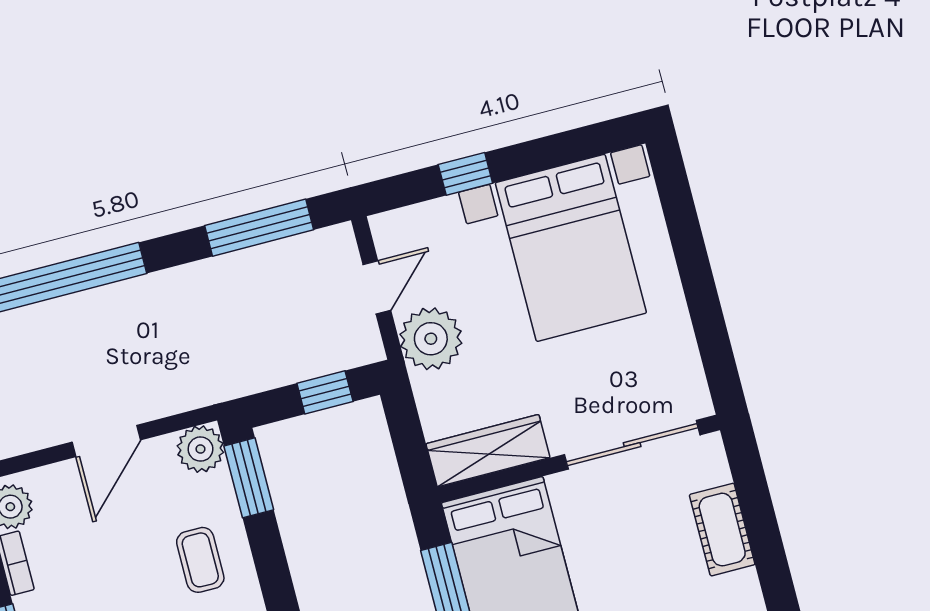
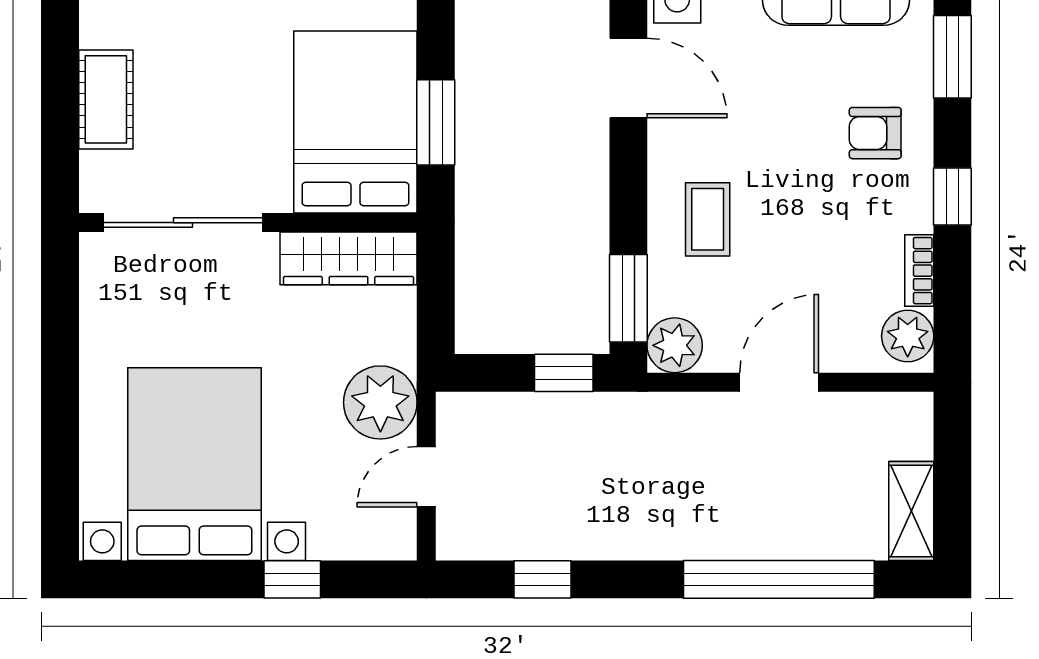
window: (259, 228) -> (542, 579), width x0.46
window: (325, 392) -> (564, 373), moved

